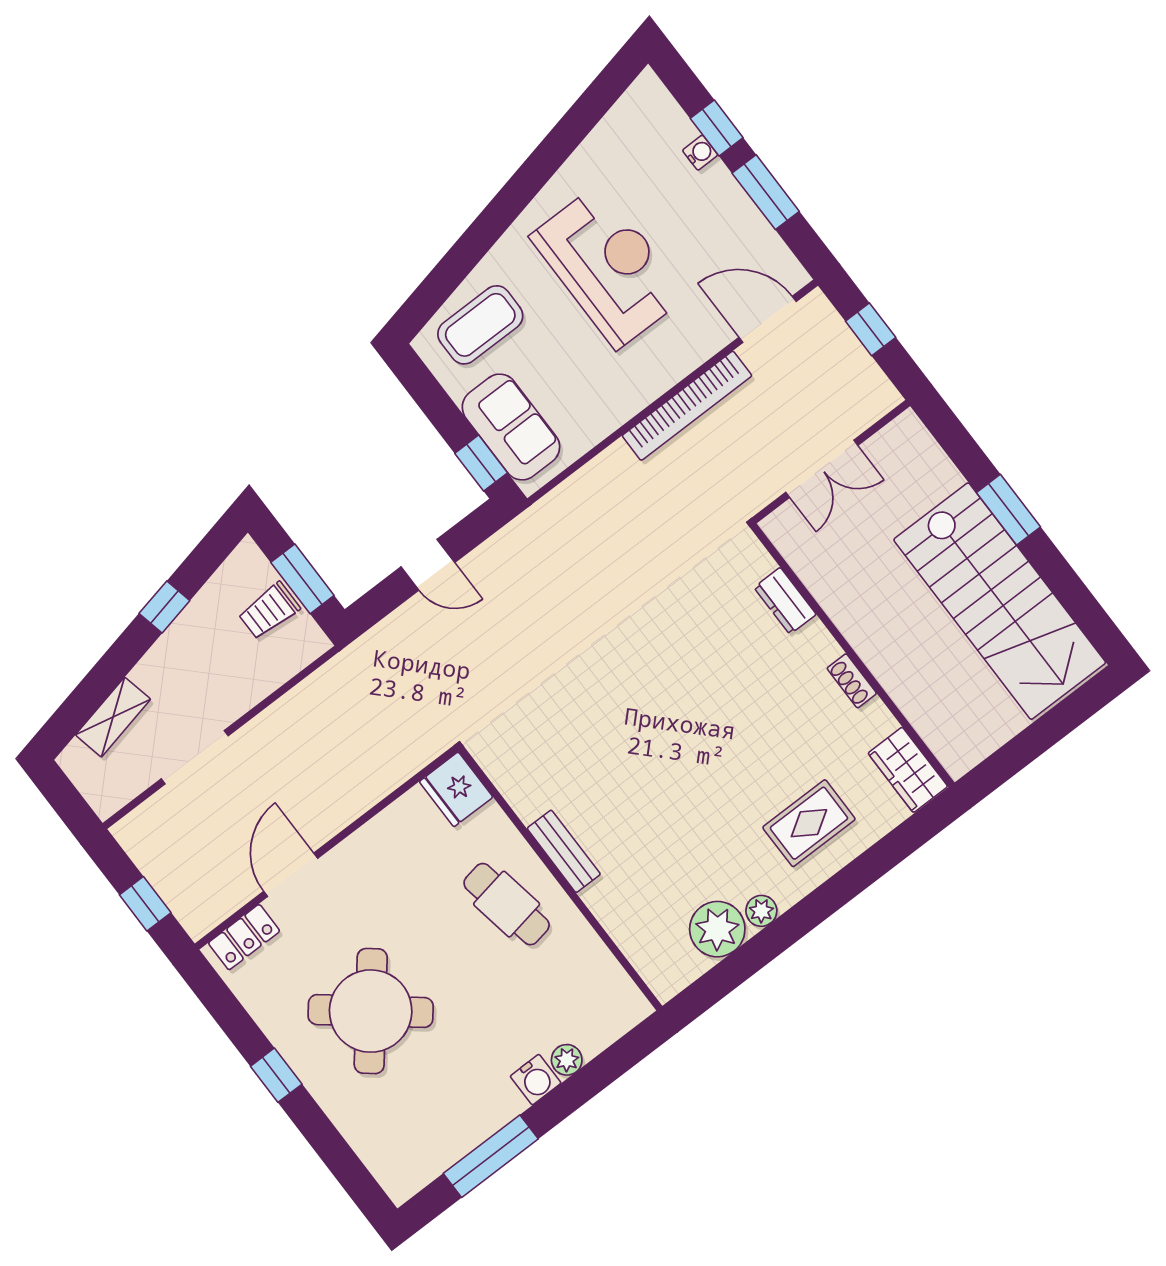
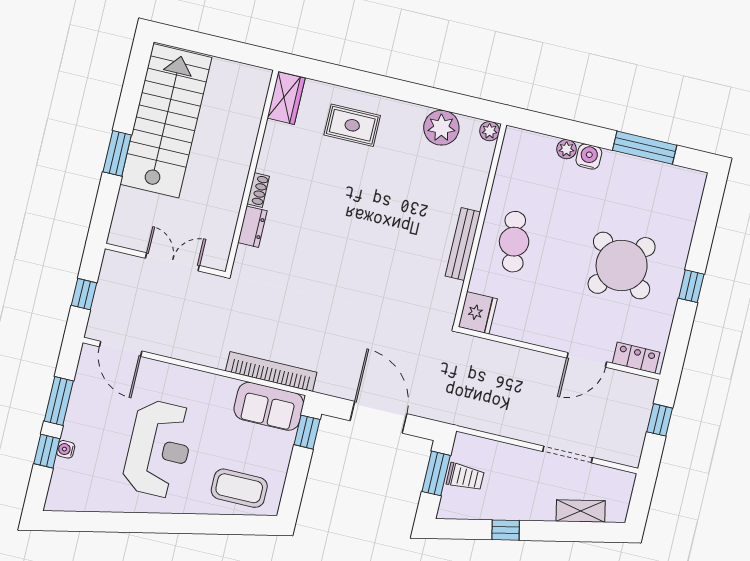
reception desk: (608, 266) -> (159, 449), turned 180
bookcase: (687, 406) -> (271, 372), moved
sofa: (511, 427) -> (269, 406), moved, turned -90
door: (428, 565) -> (379, 417), width x1.88
shoe rack: (852, 681) -> (258, 190), moved
bench: (564, 851) -> (463, 244), width x1.36
plant: (761, 911) -> (490, 131), moved

